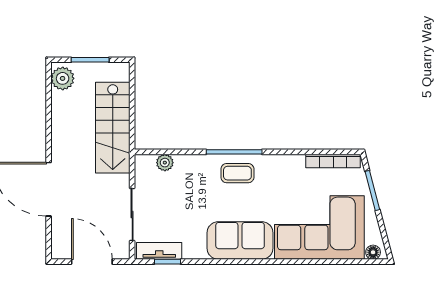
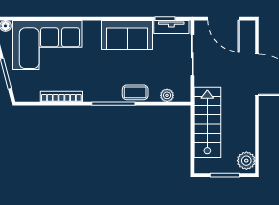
bookcase: (333, 161) -> (61, 97), moved
coffee table: (237, 173) -> (135, 92), moved
sofa: (240, 240) -> (127, 35), moved

